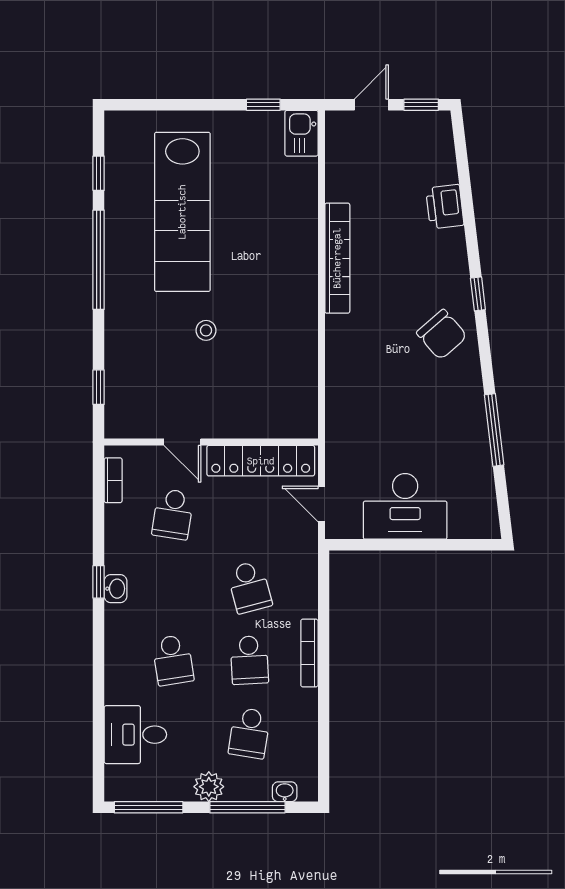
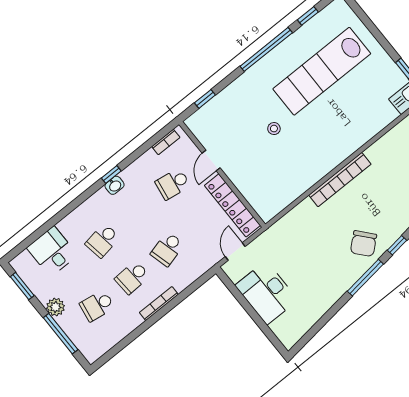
bookcase: (337, 258) -> (340, 180), moved
window: (494, 430) -> (365, 278), moved
washbasin: (285, 792) -> (82, 345), removed
window: (149, 807) -> (22, 286), width x0.69

